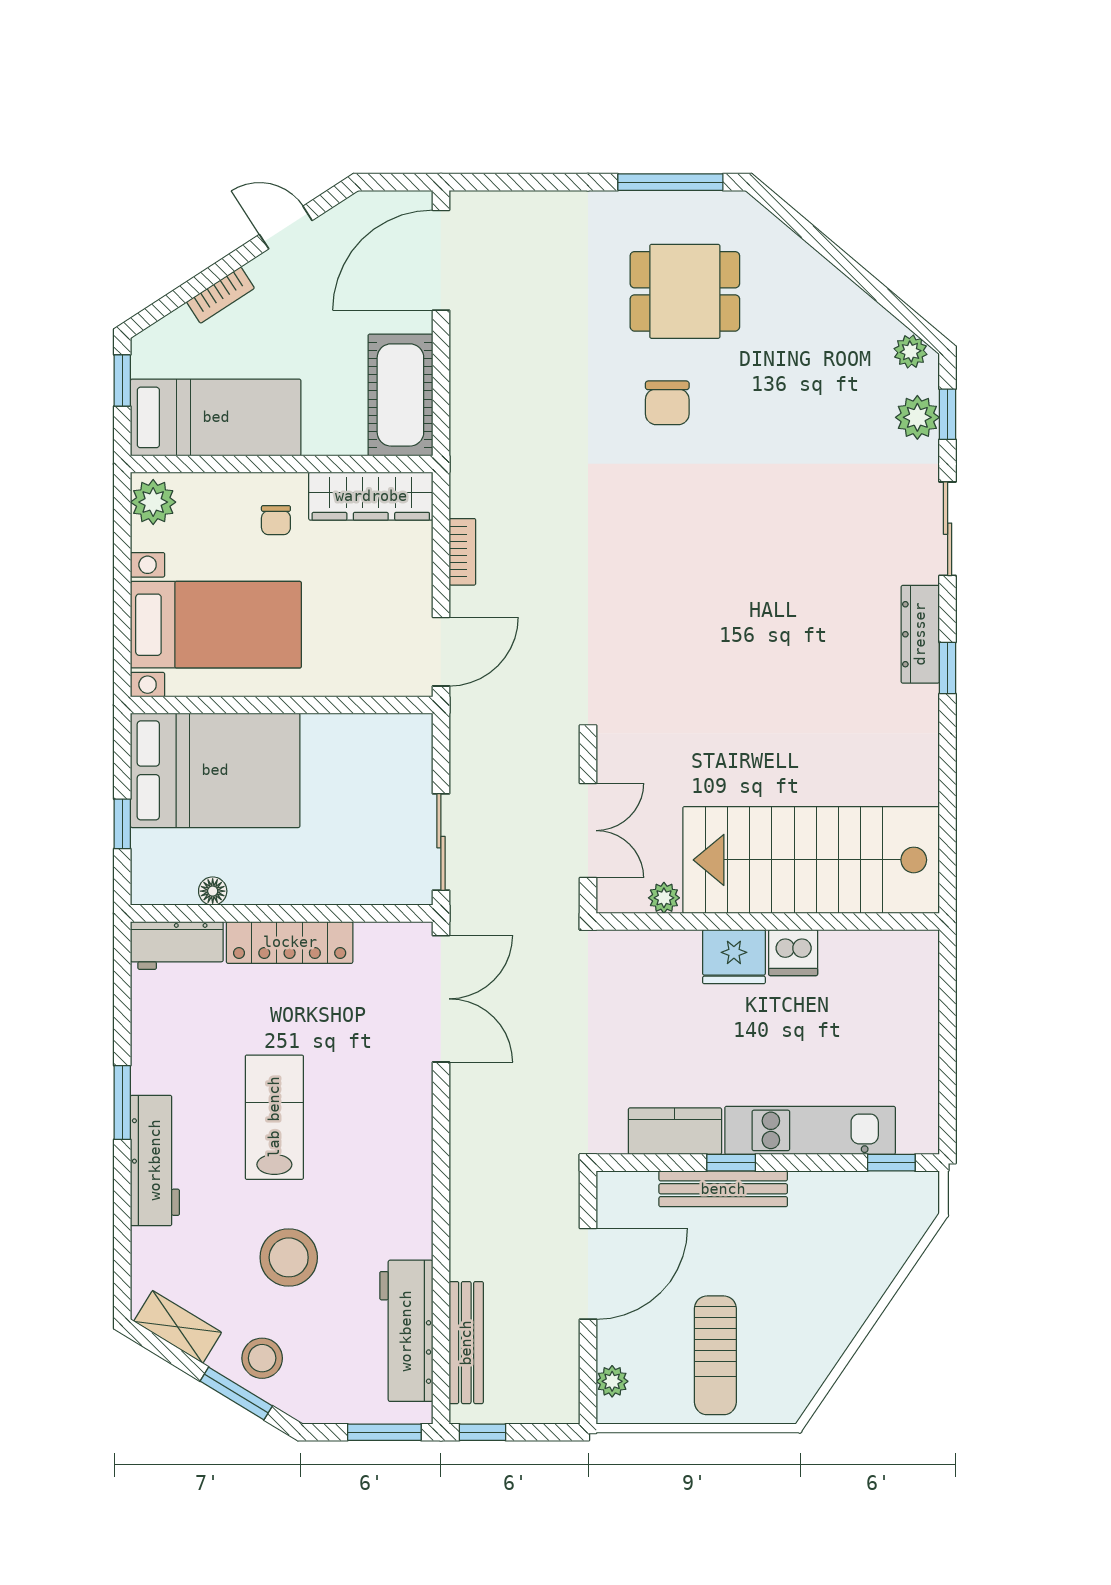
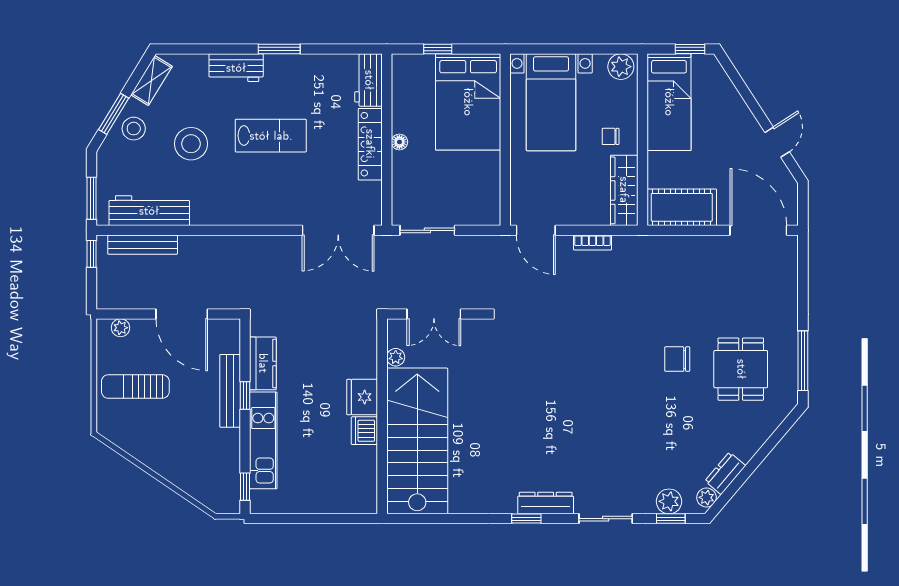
bookcase: (220, 295) -> (739, 105), removed
dresser: (868, 318) -> (725, 473), added
floor lamp: (213, 891) -> (399, 142), moved
workbench: (155, 1160) -> (236, 68), width x0.73

